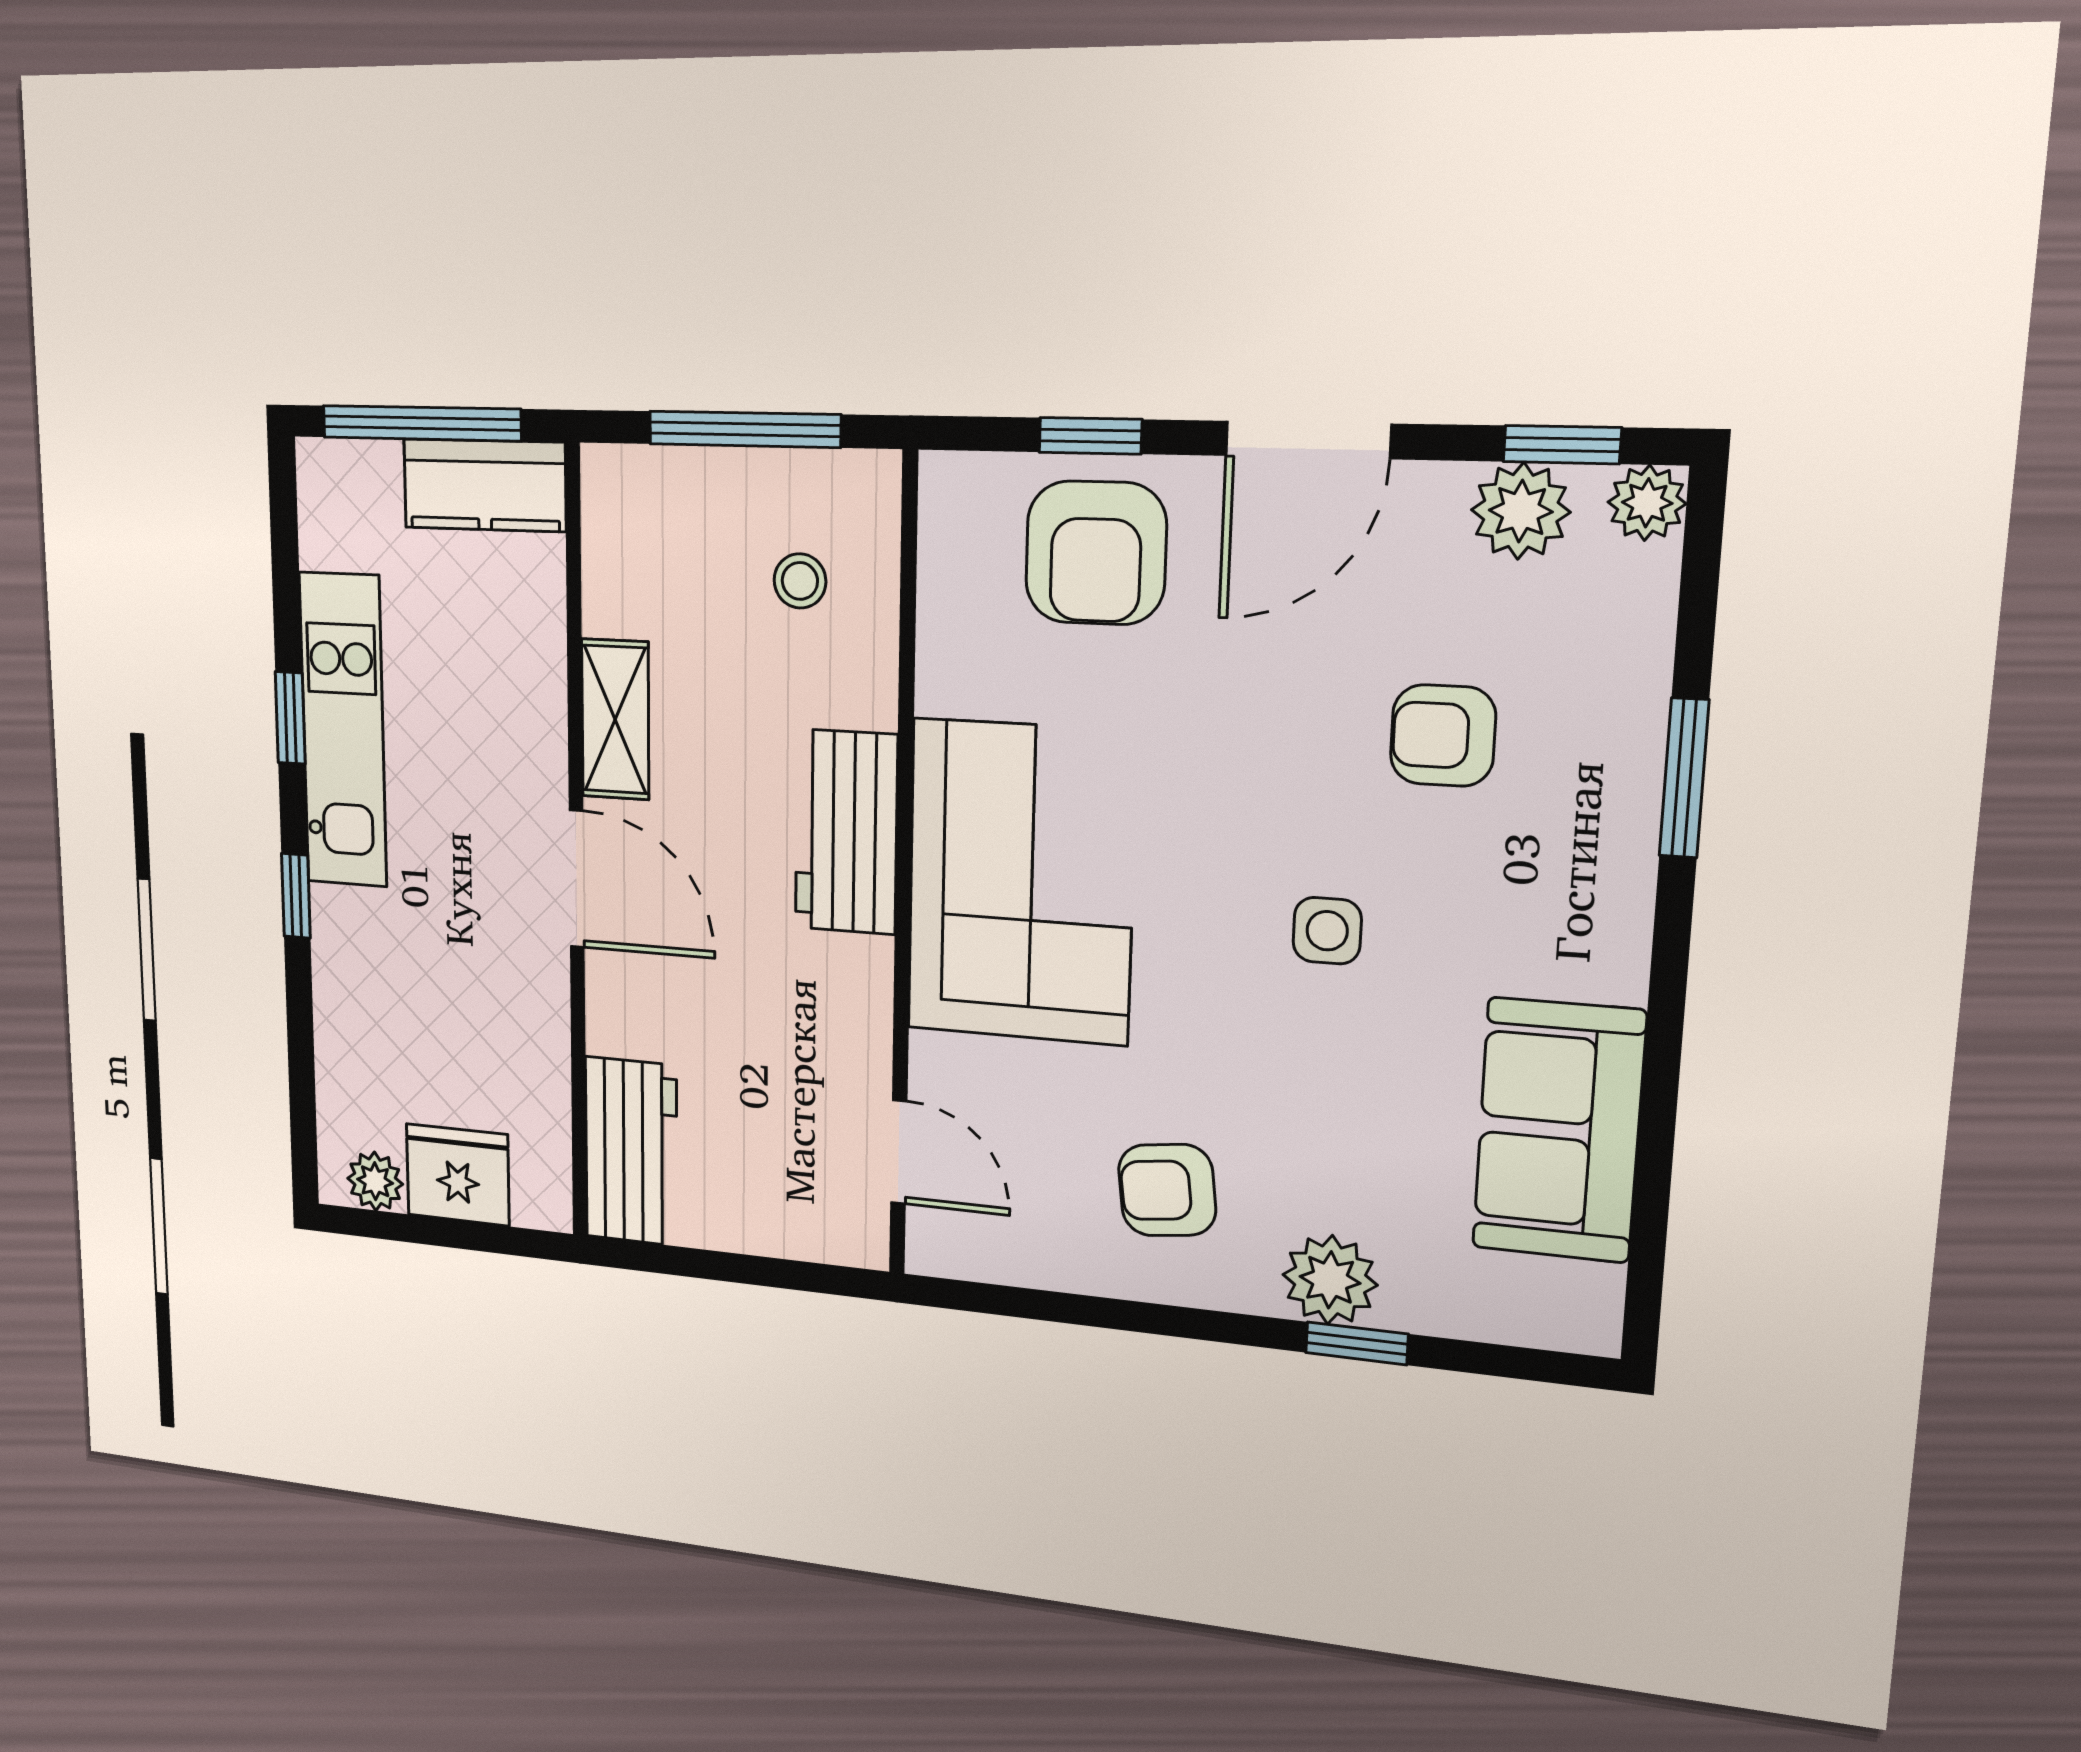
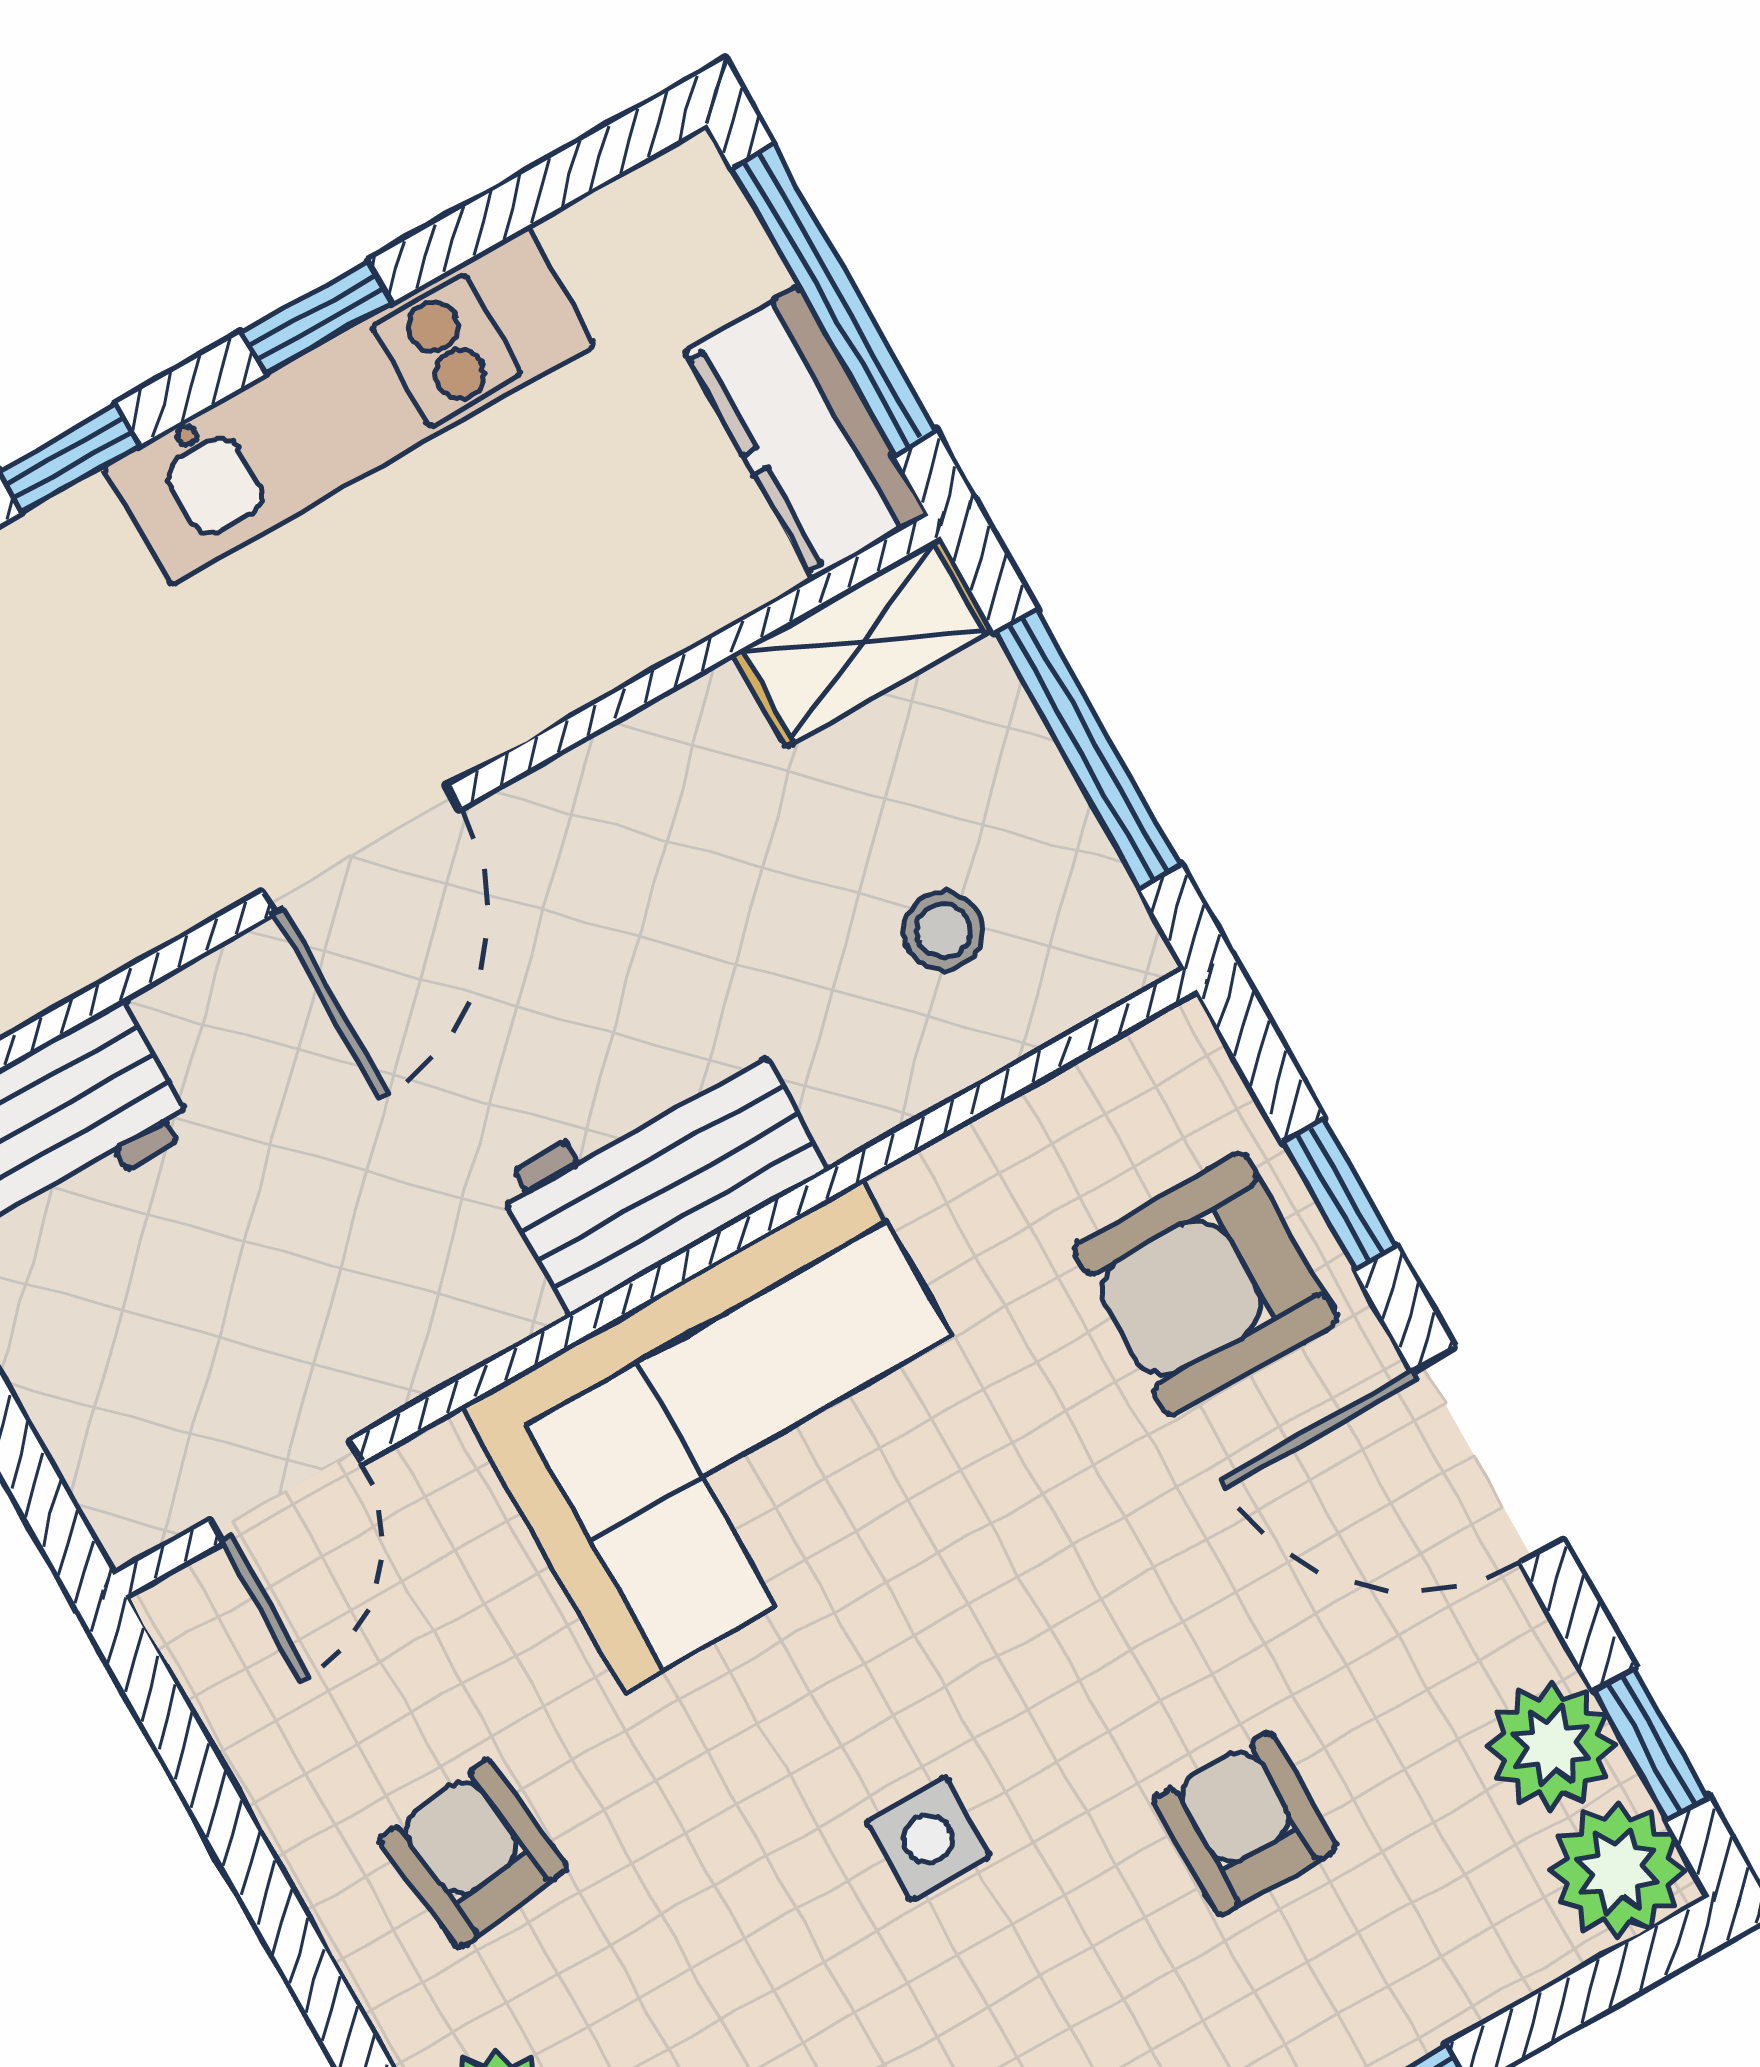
plant: (1647, 503) -> (1618, 1871), width x1.38, depth x1.38
shelving: (615, 719) -> (863, 642), moved

